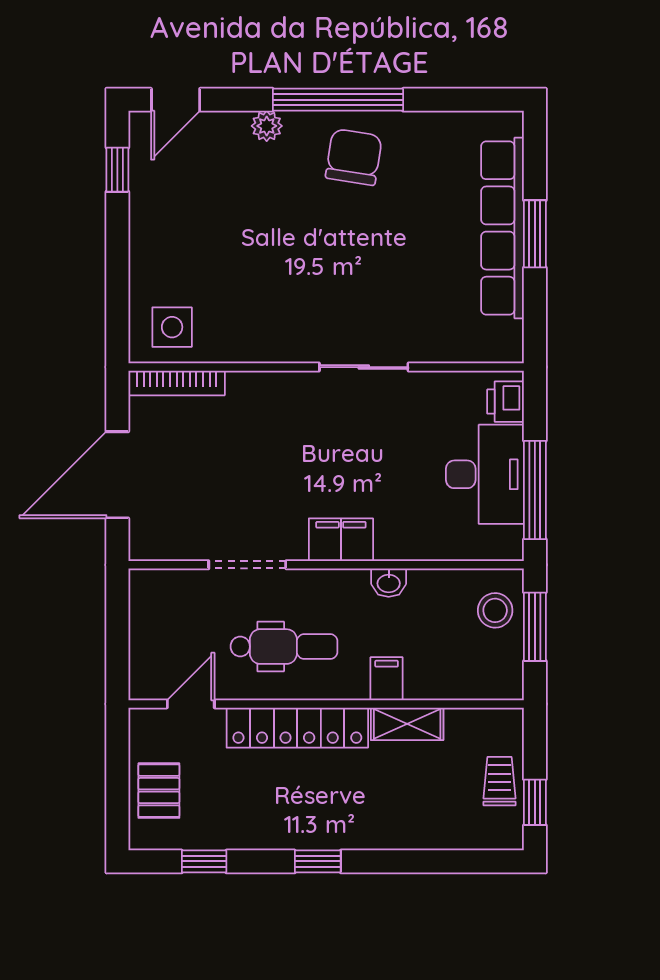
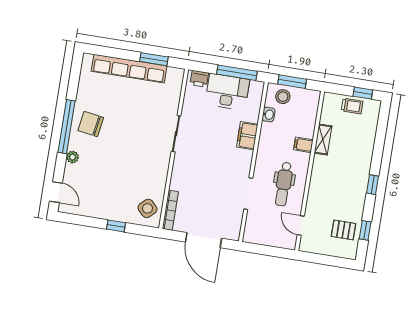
window: (117, 170) -> (116, 226), moved
window: (535, 234) -> (154, 59), moved
side table: (172, 327) -> (147, 208), turned 45
filing cabinet: (341, 540) -> (247, 136), moved
washbasin: (389, 583) -> (268, 115), moved
dental chair: (284, 647) -> (284, 184), turned 180
locker: (297, 728) -> (317, 184), removed
trolley: (500, 781) -> (352, 106), turned 180
pallet: (159, 791) -> (343, 230), moved

